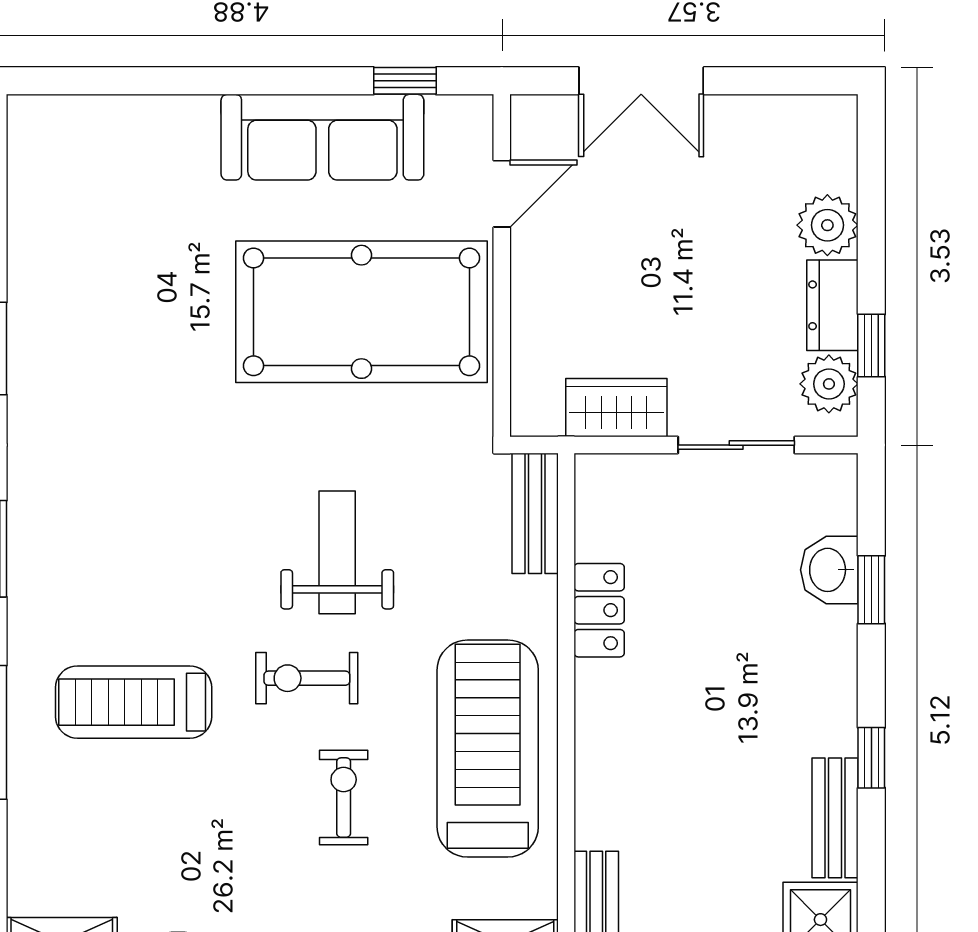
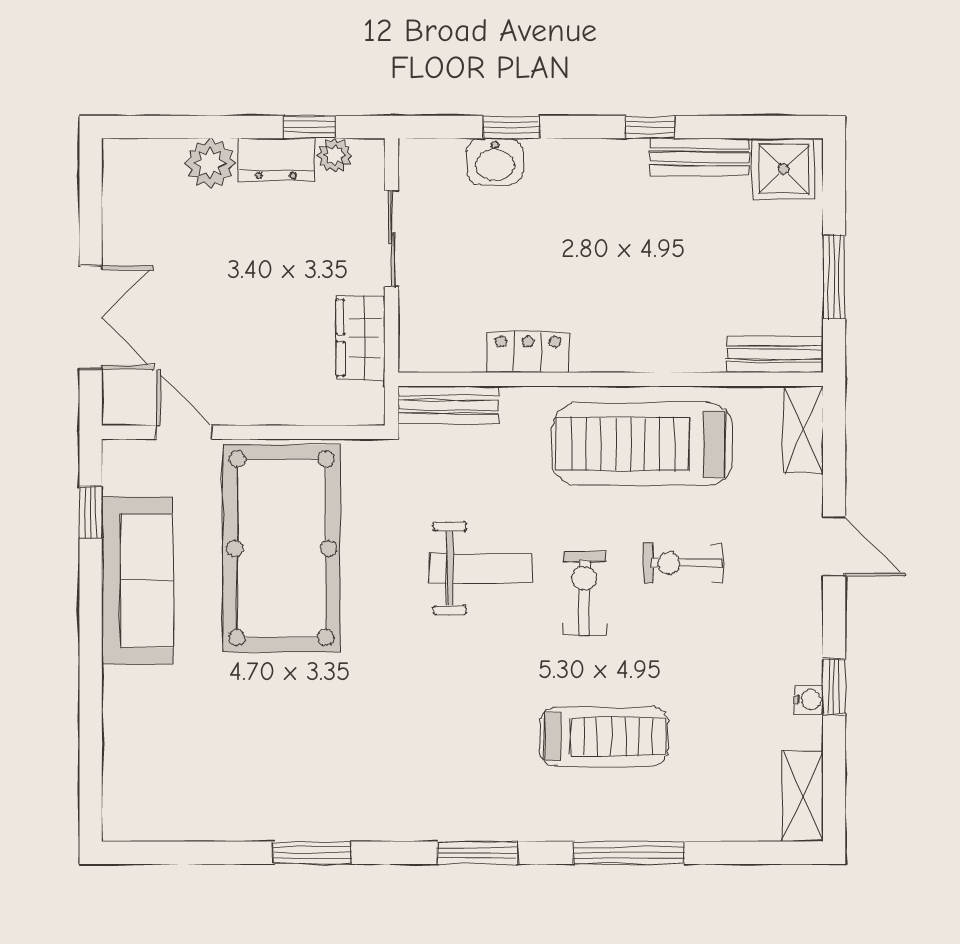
plant: (829, 384) -> (335, 156), width x0.73, depth x0.73
weight bench: (337, 552) -> (480, 568), turned 180
exercise bike: (307, 678) -> (584, 593), turned 180
treadmill: (134, 702) -> (604, 737), turned -90

